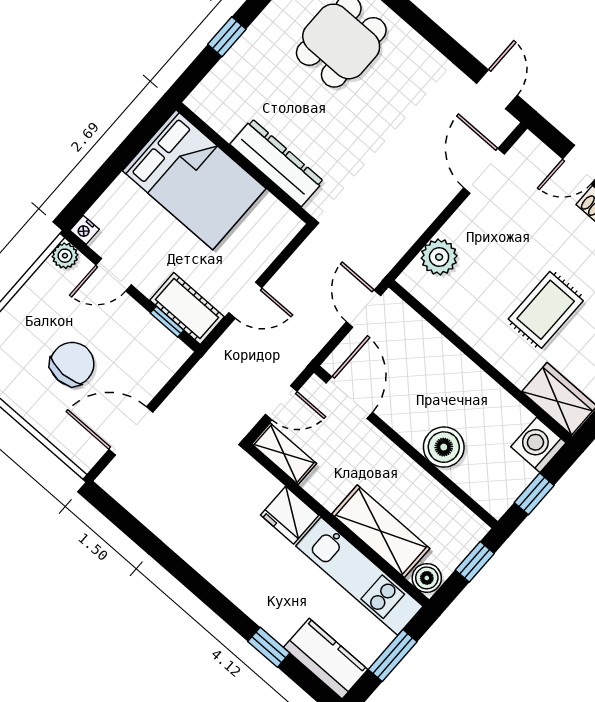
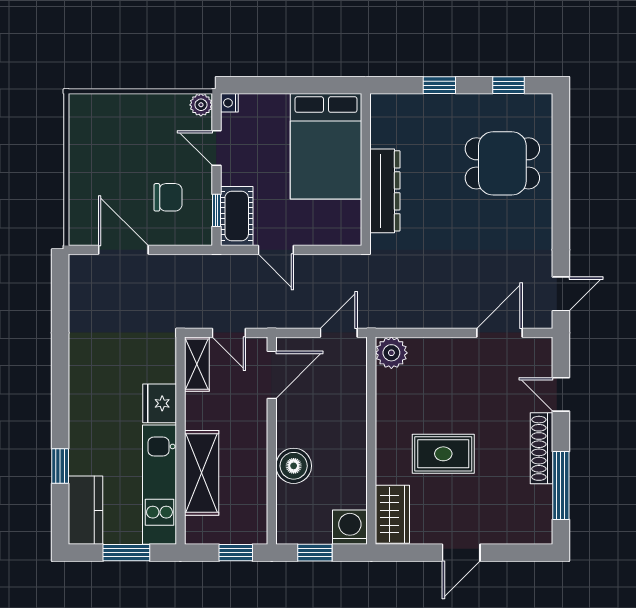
plant: (439, 257) -> (391, 353), moved
chair: (72, 364) -> (168, 197), moved, width x0.73, depth x0.73
boiler: (427, 578) -> (197, 530), removed

